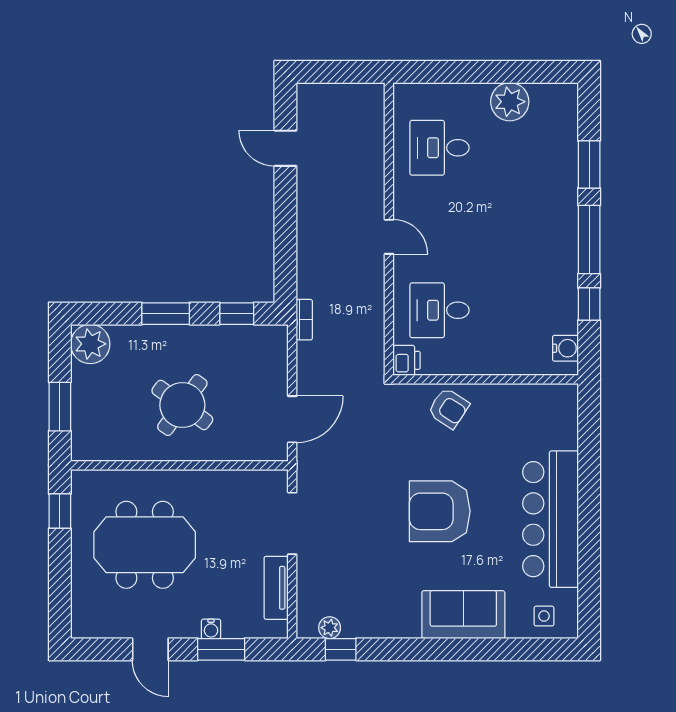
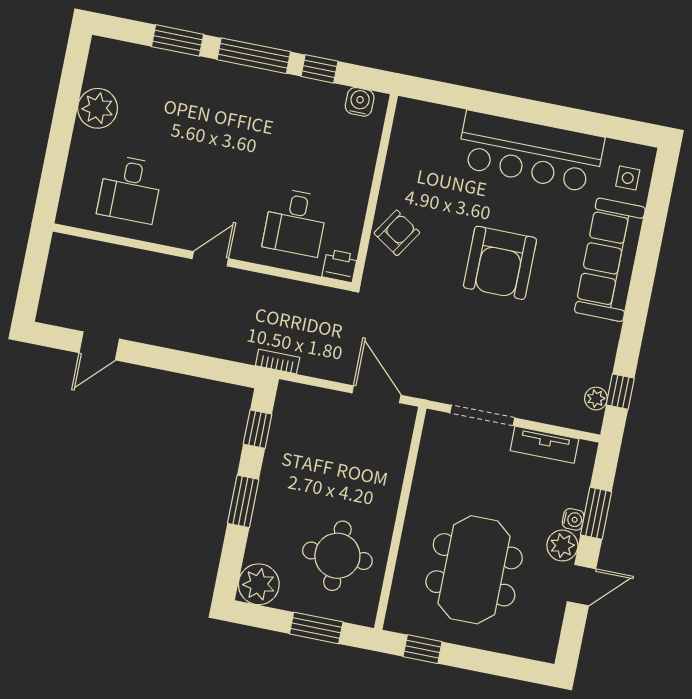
round table: (182, 405) -> (337, 556), moved, turned -36
sofa: (463, 615) -> (610, 260), width x1.36
plant: (184, 624) -> (562, 546), added

